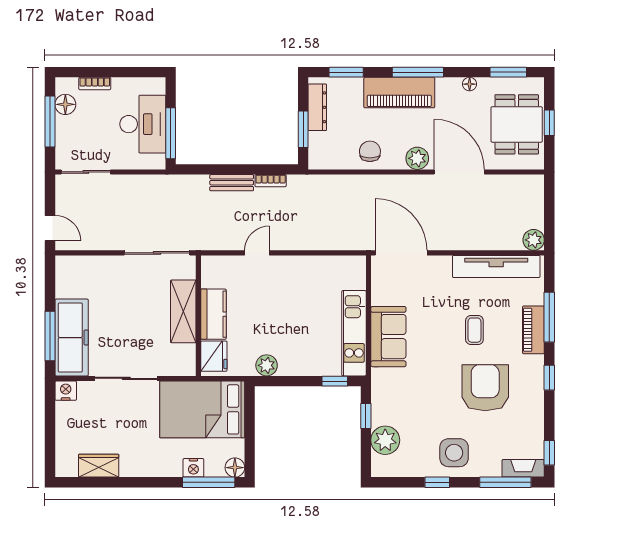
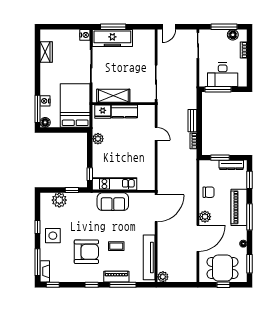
shelving: (183, 311) -> (113, 96), moved

